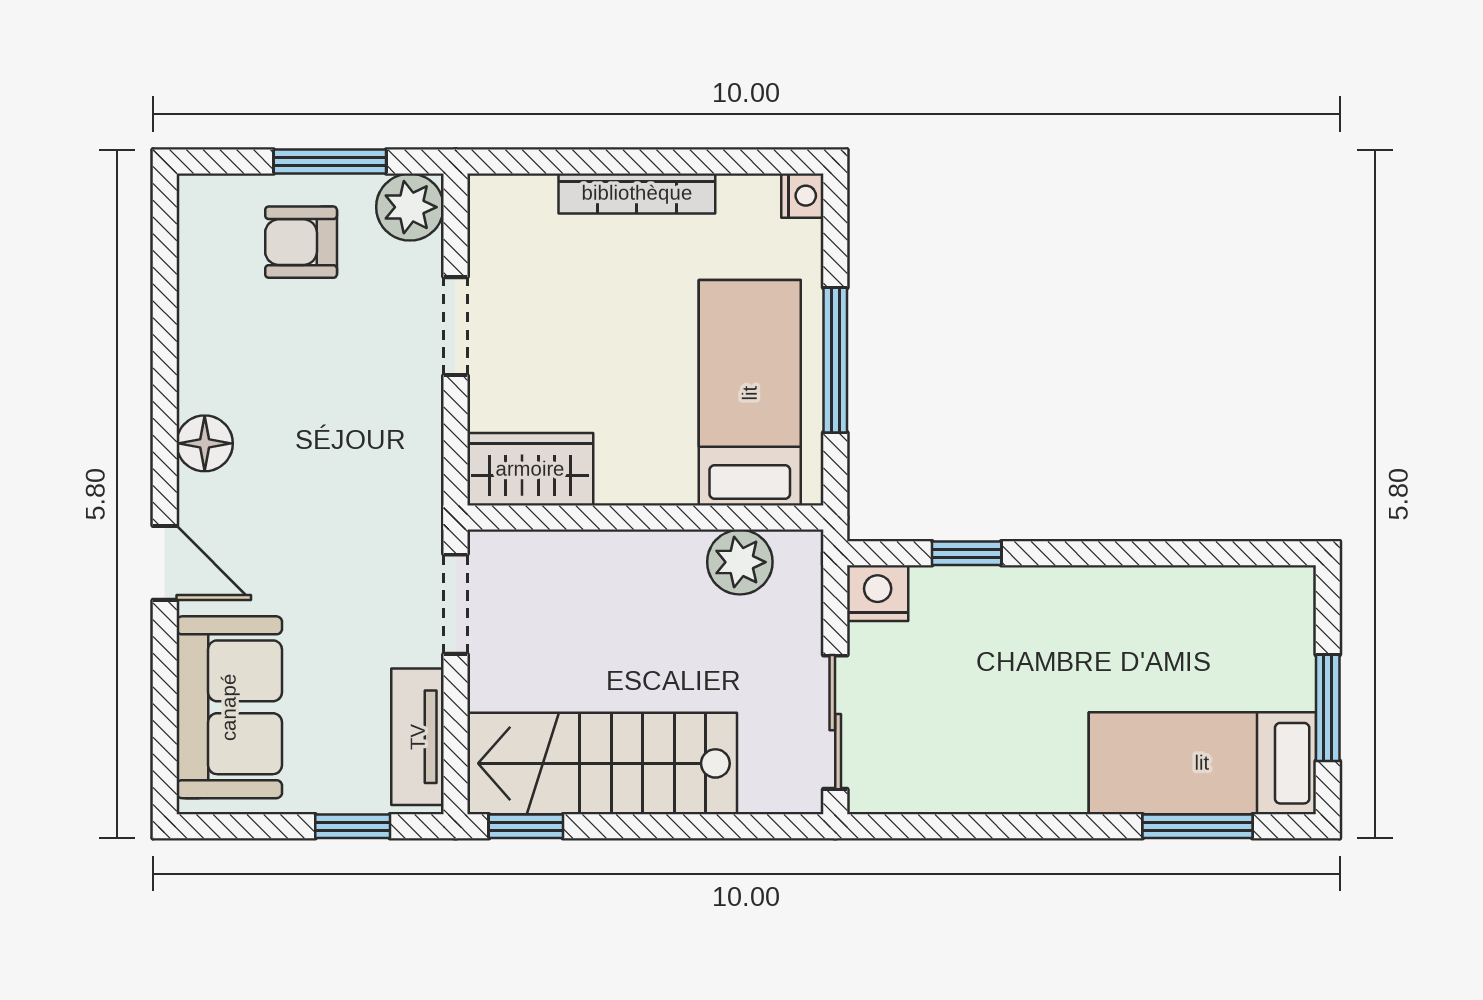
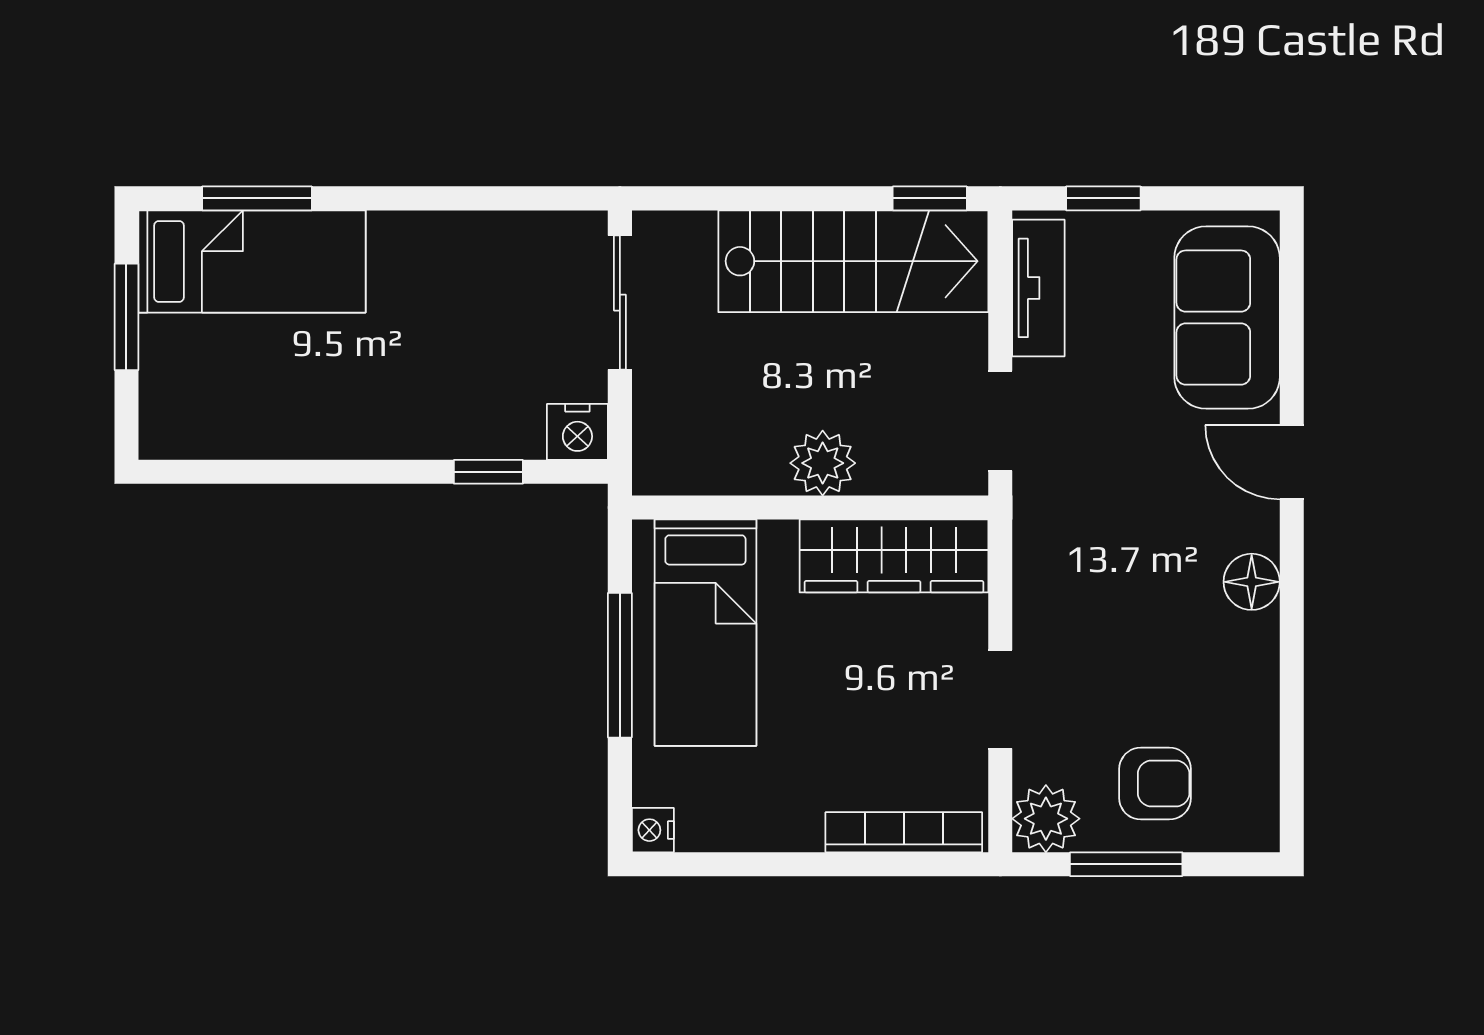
bookcase: (637, 193) -> (904, 832), moved
wardrobe: (530, 469) -> (894, 556), width x1.50
plant: (740, 562) -> (823, 463), moved

